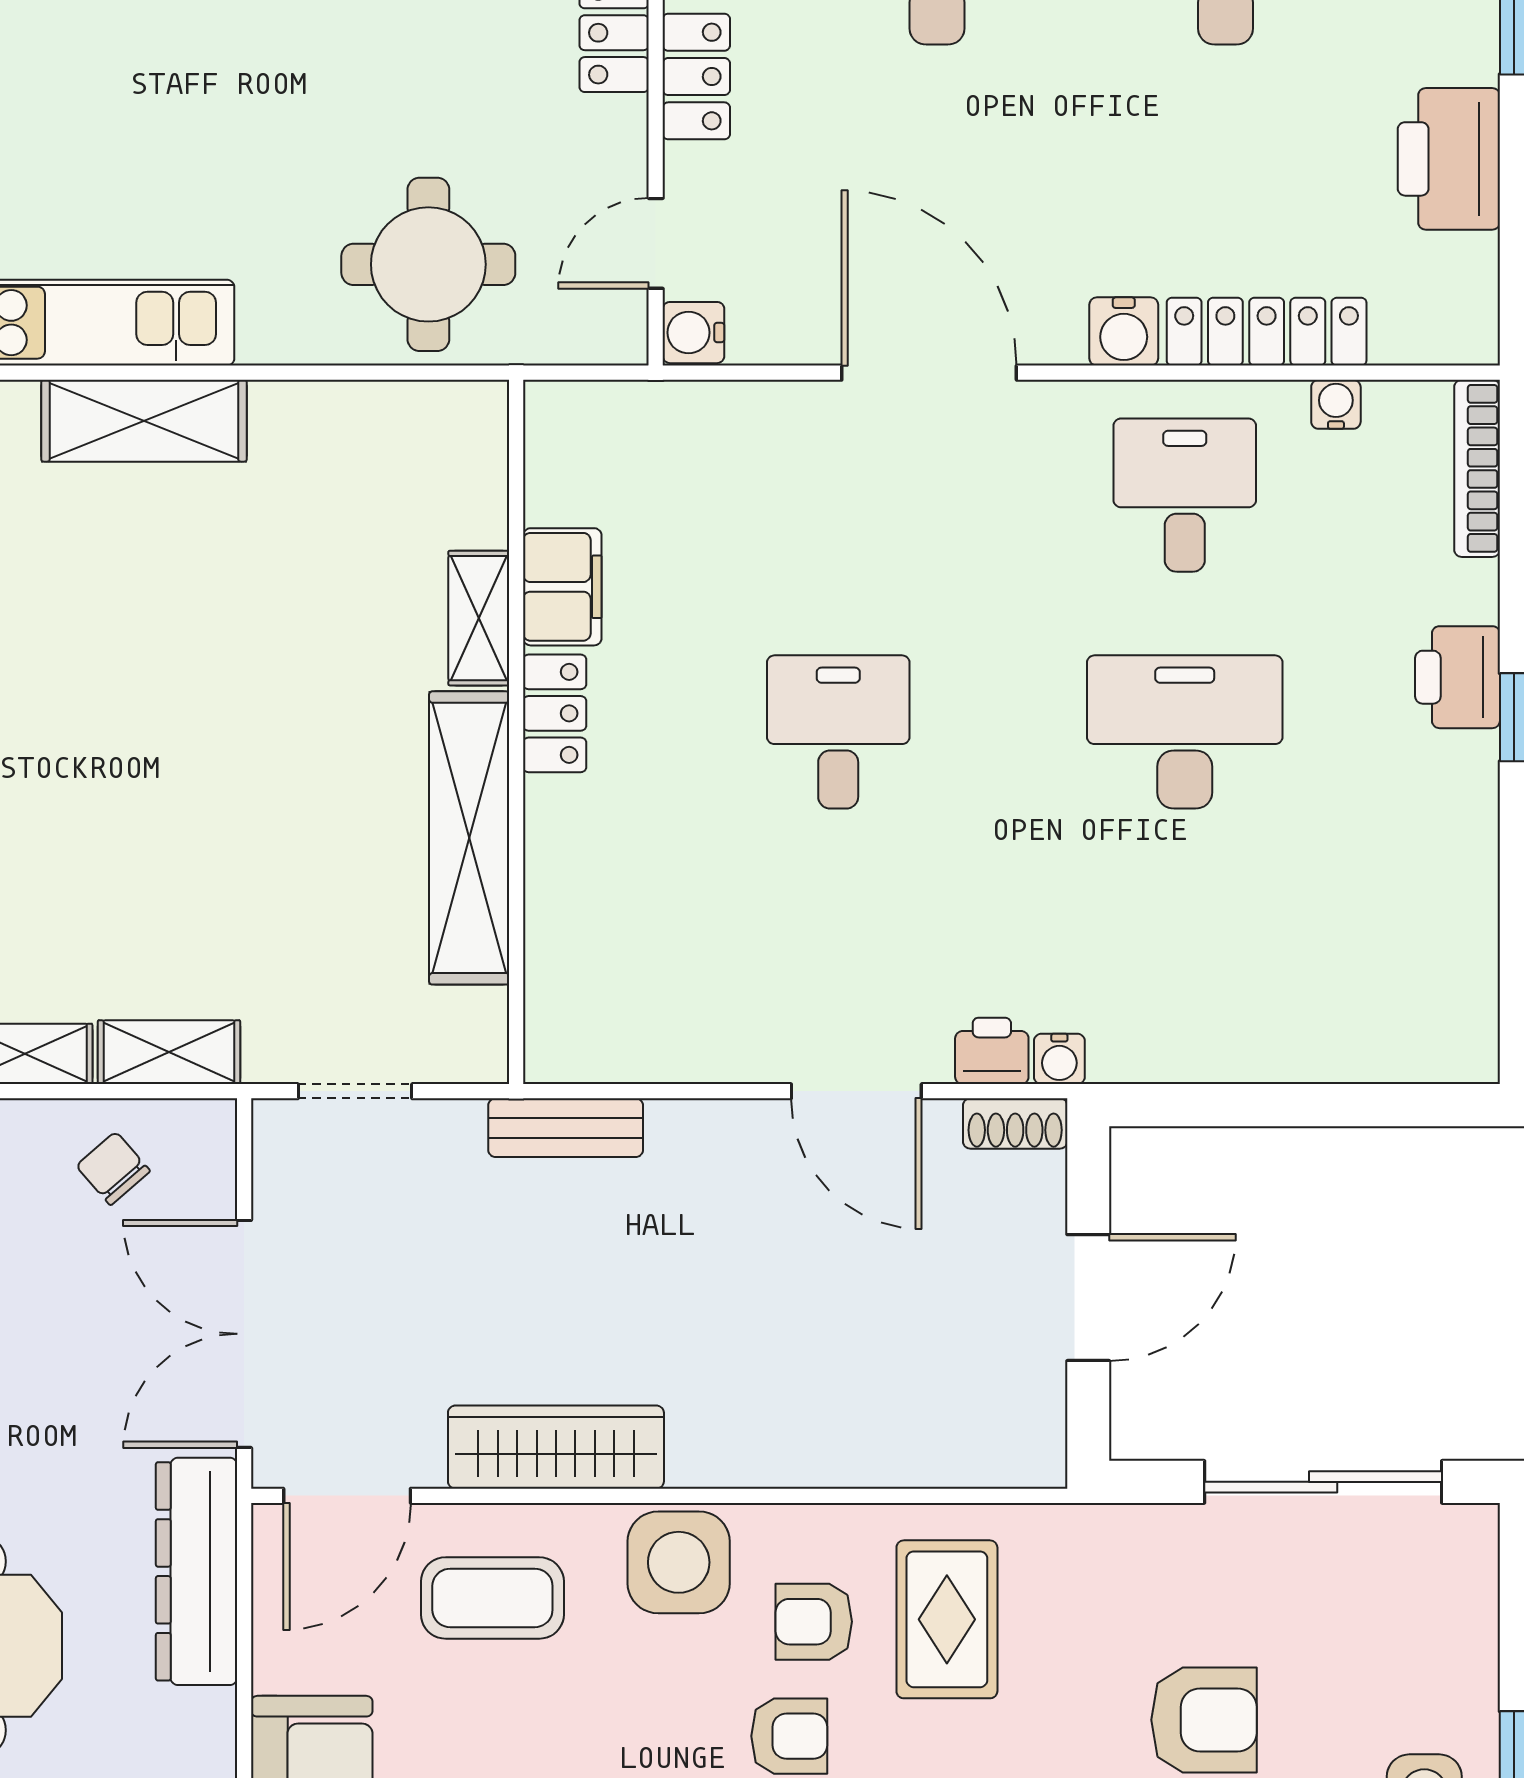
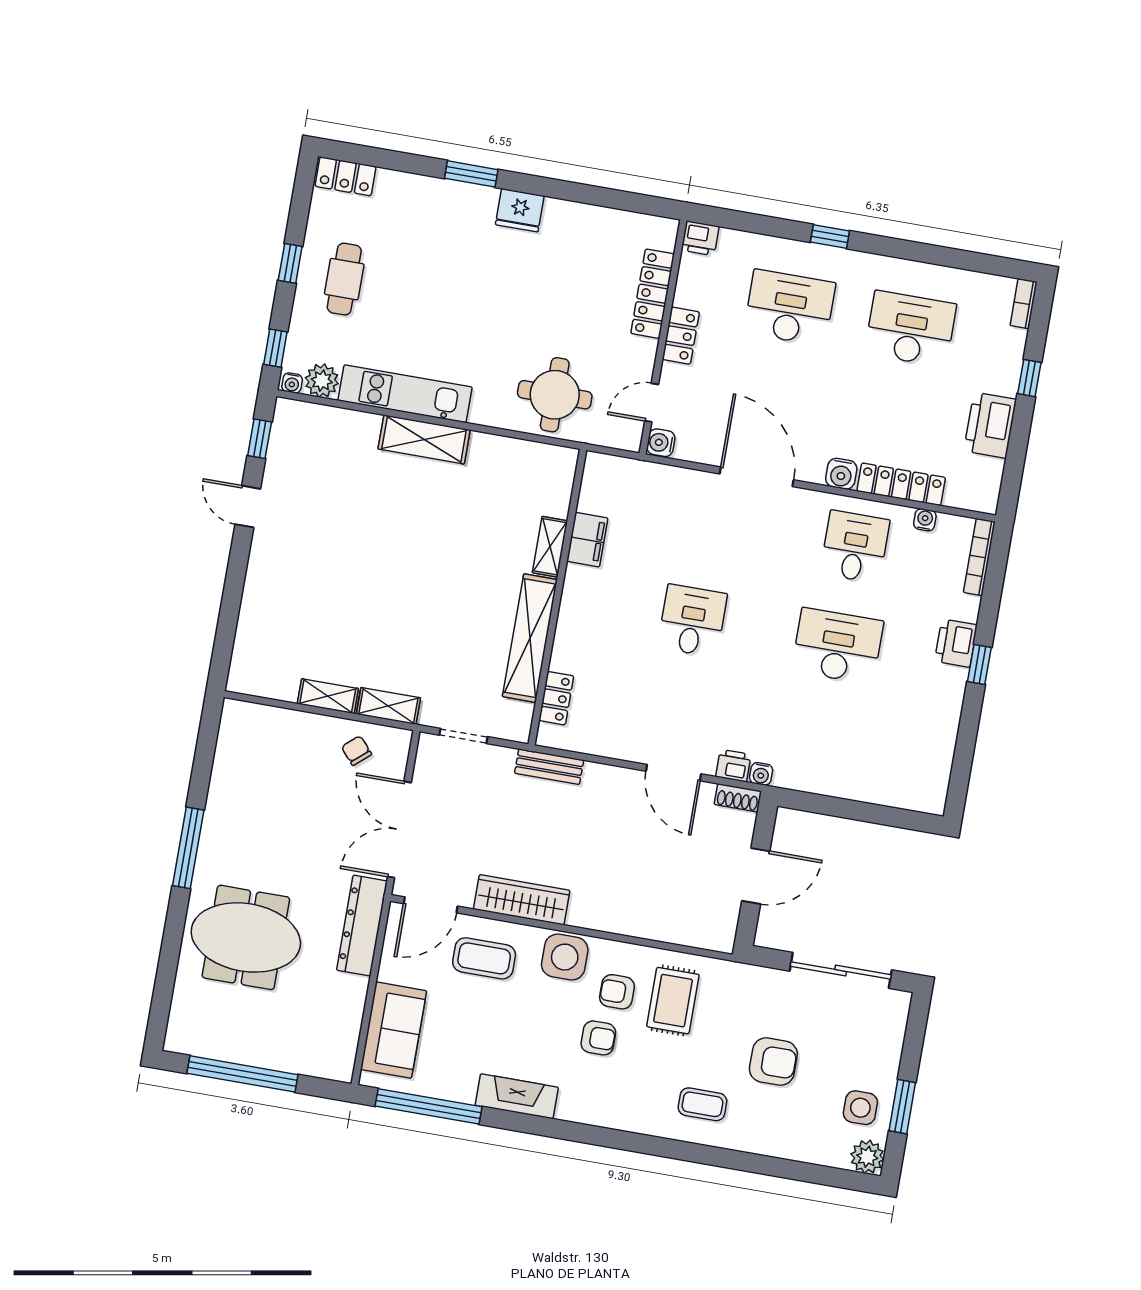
locker: (555, 713) -> (556, 698), moved

